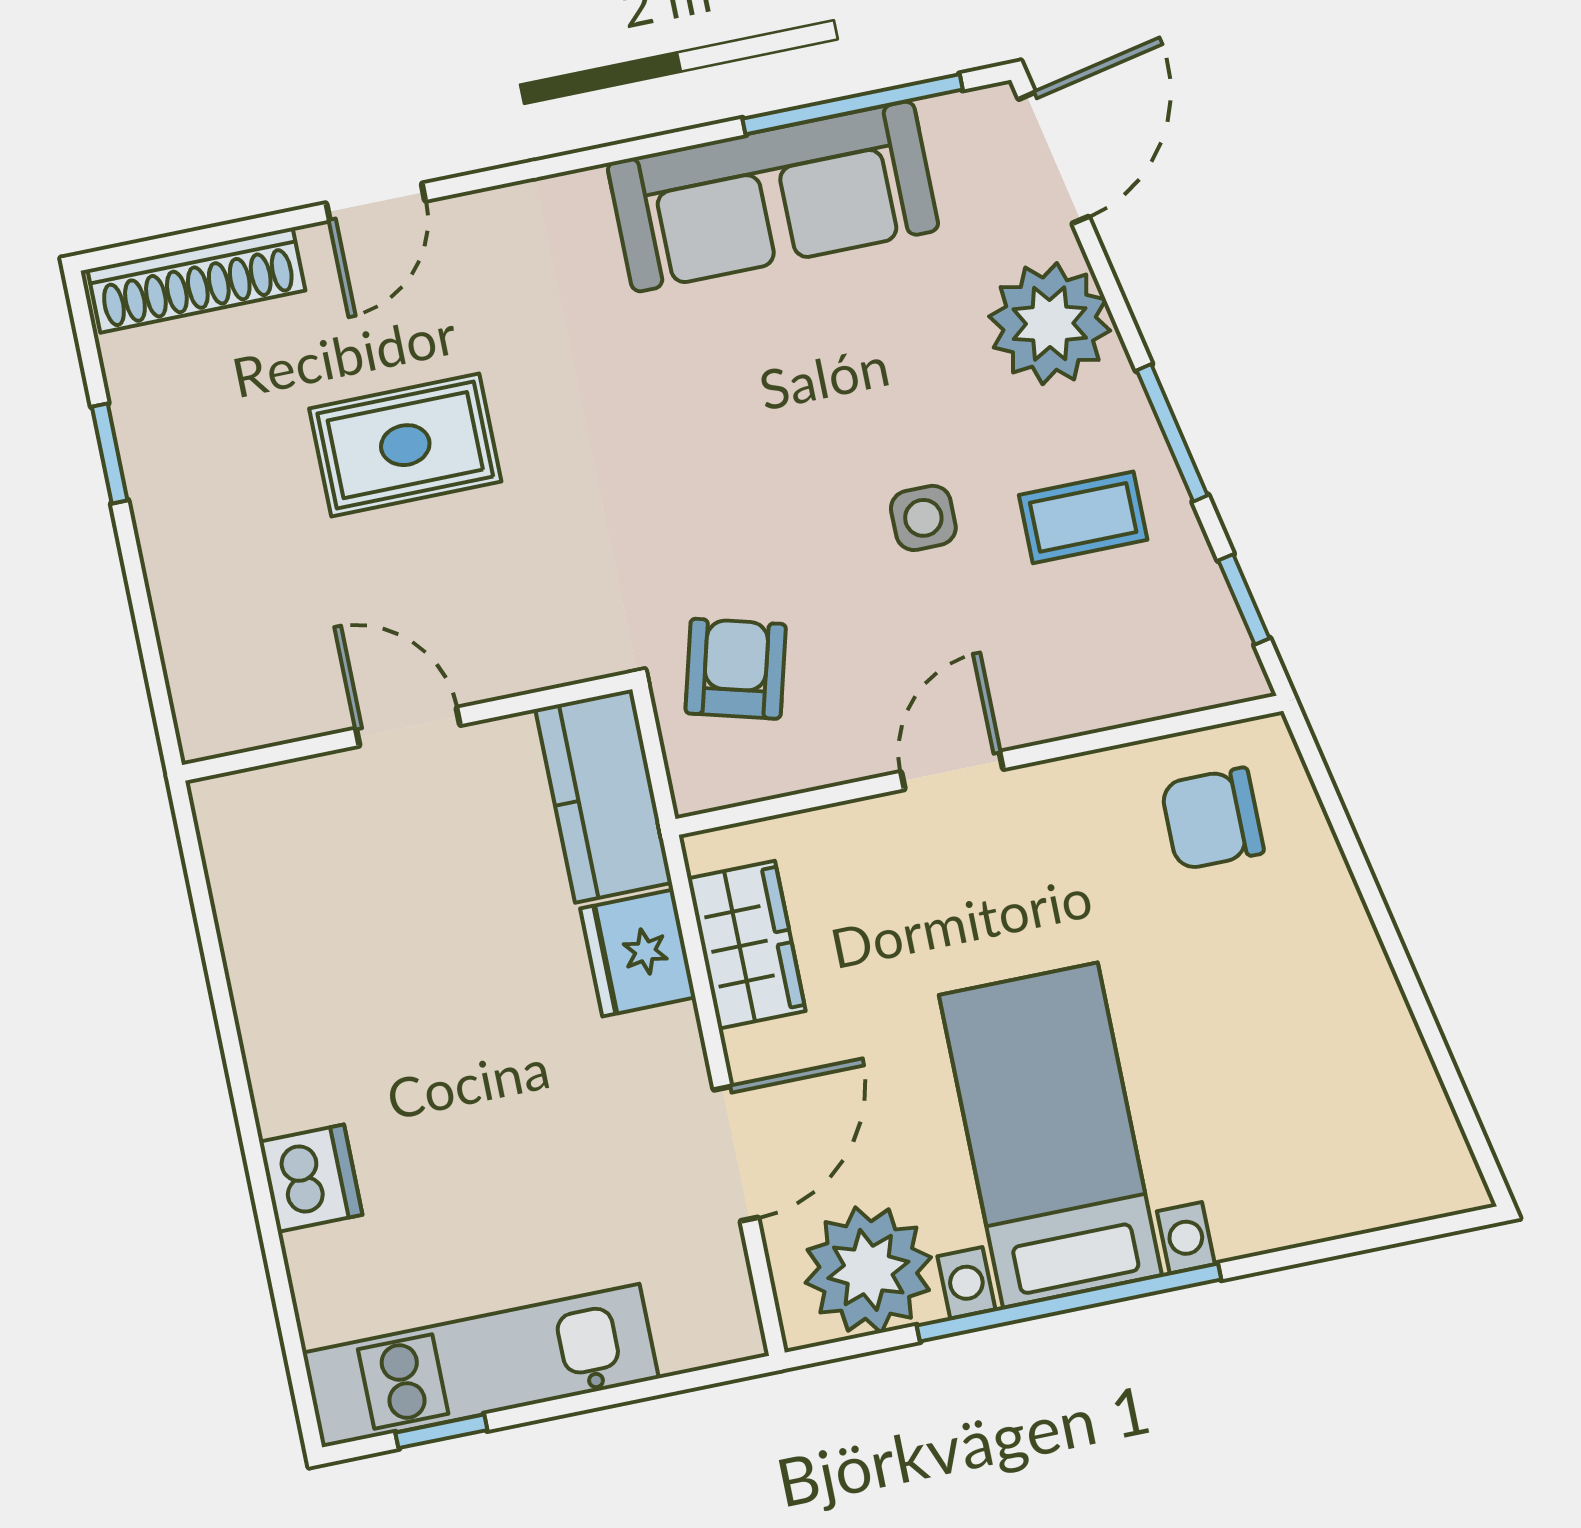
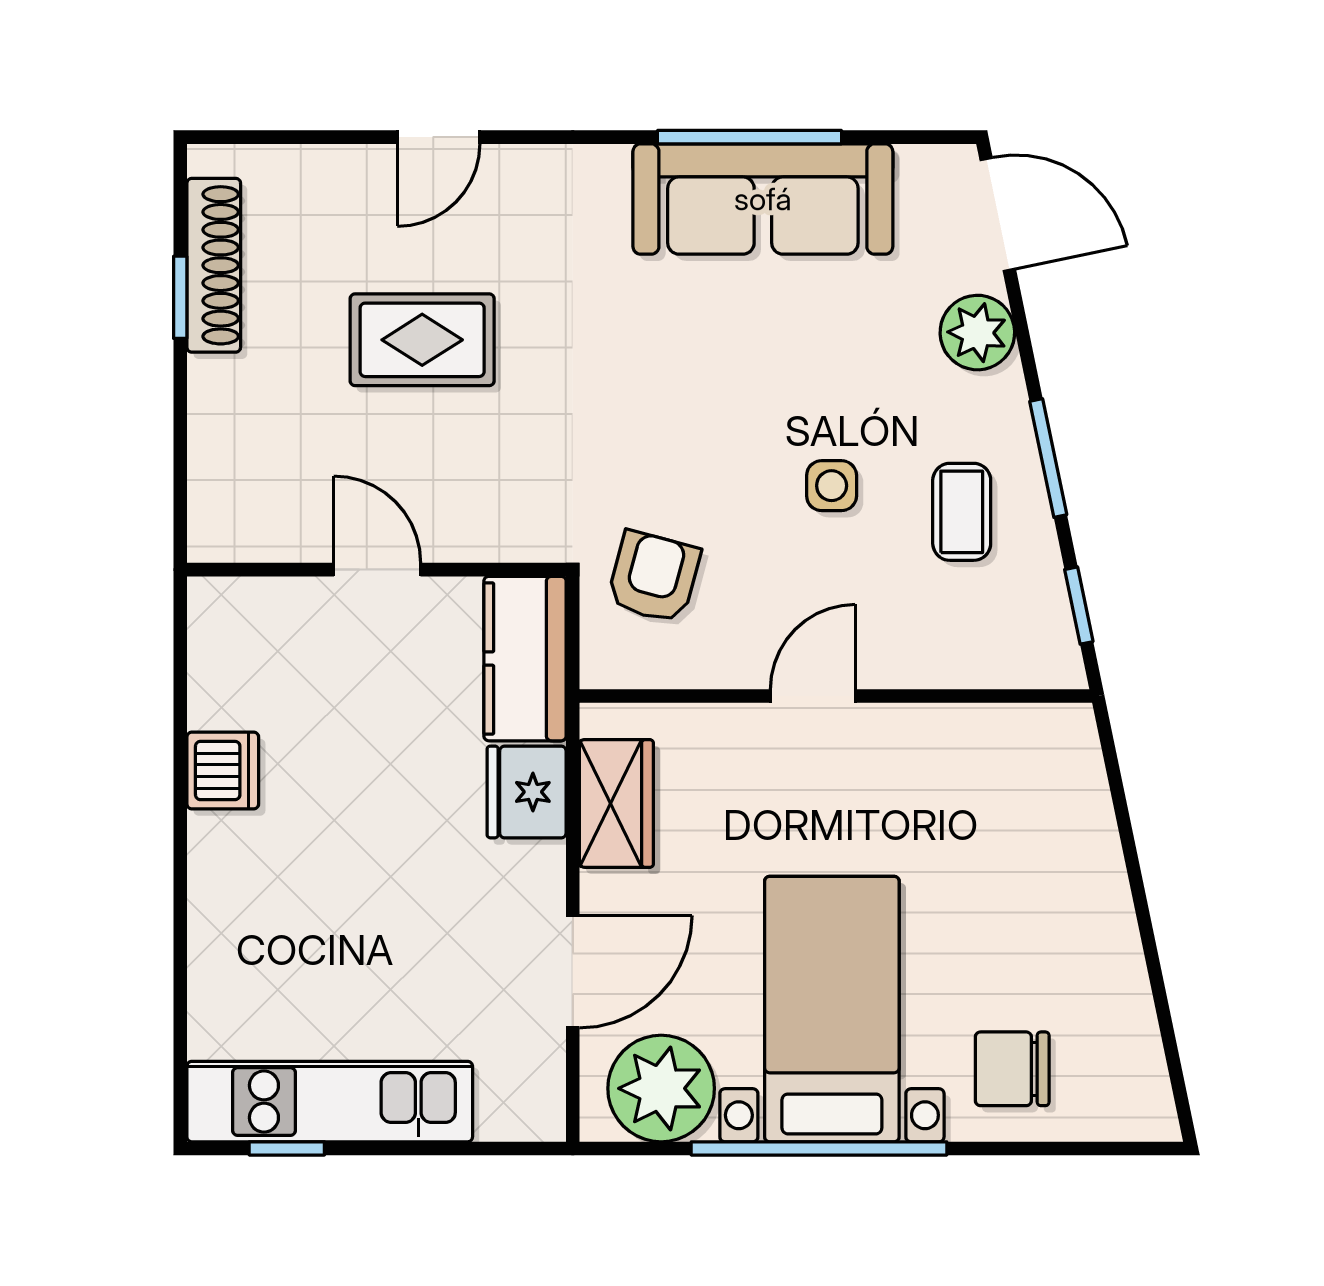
window: (853, 104) -> (750, 137), moved
door: (1054, 158) -> (998, 214), hinge flipped
shoe rack: (196, 280) -> (214, 265), moved, turned -90
plant: (1050, 324) -> (977, 333), width x0.73, depth x0.73
coffee table: (1083, 517) -> (962, 512), turned 90
chair: (1212, 819) -> (1012, 1069), moved
dishwasher: (311, 1178) -> (223, 771), moved

